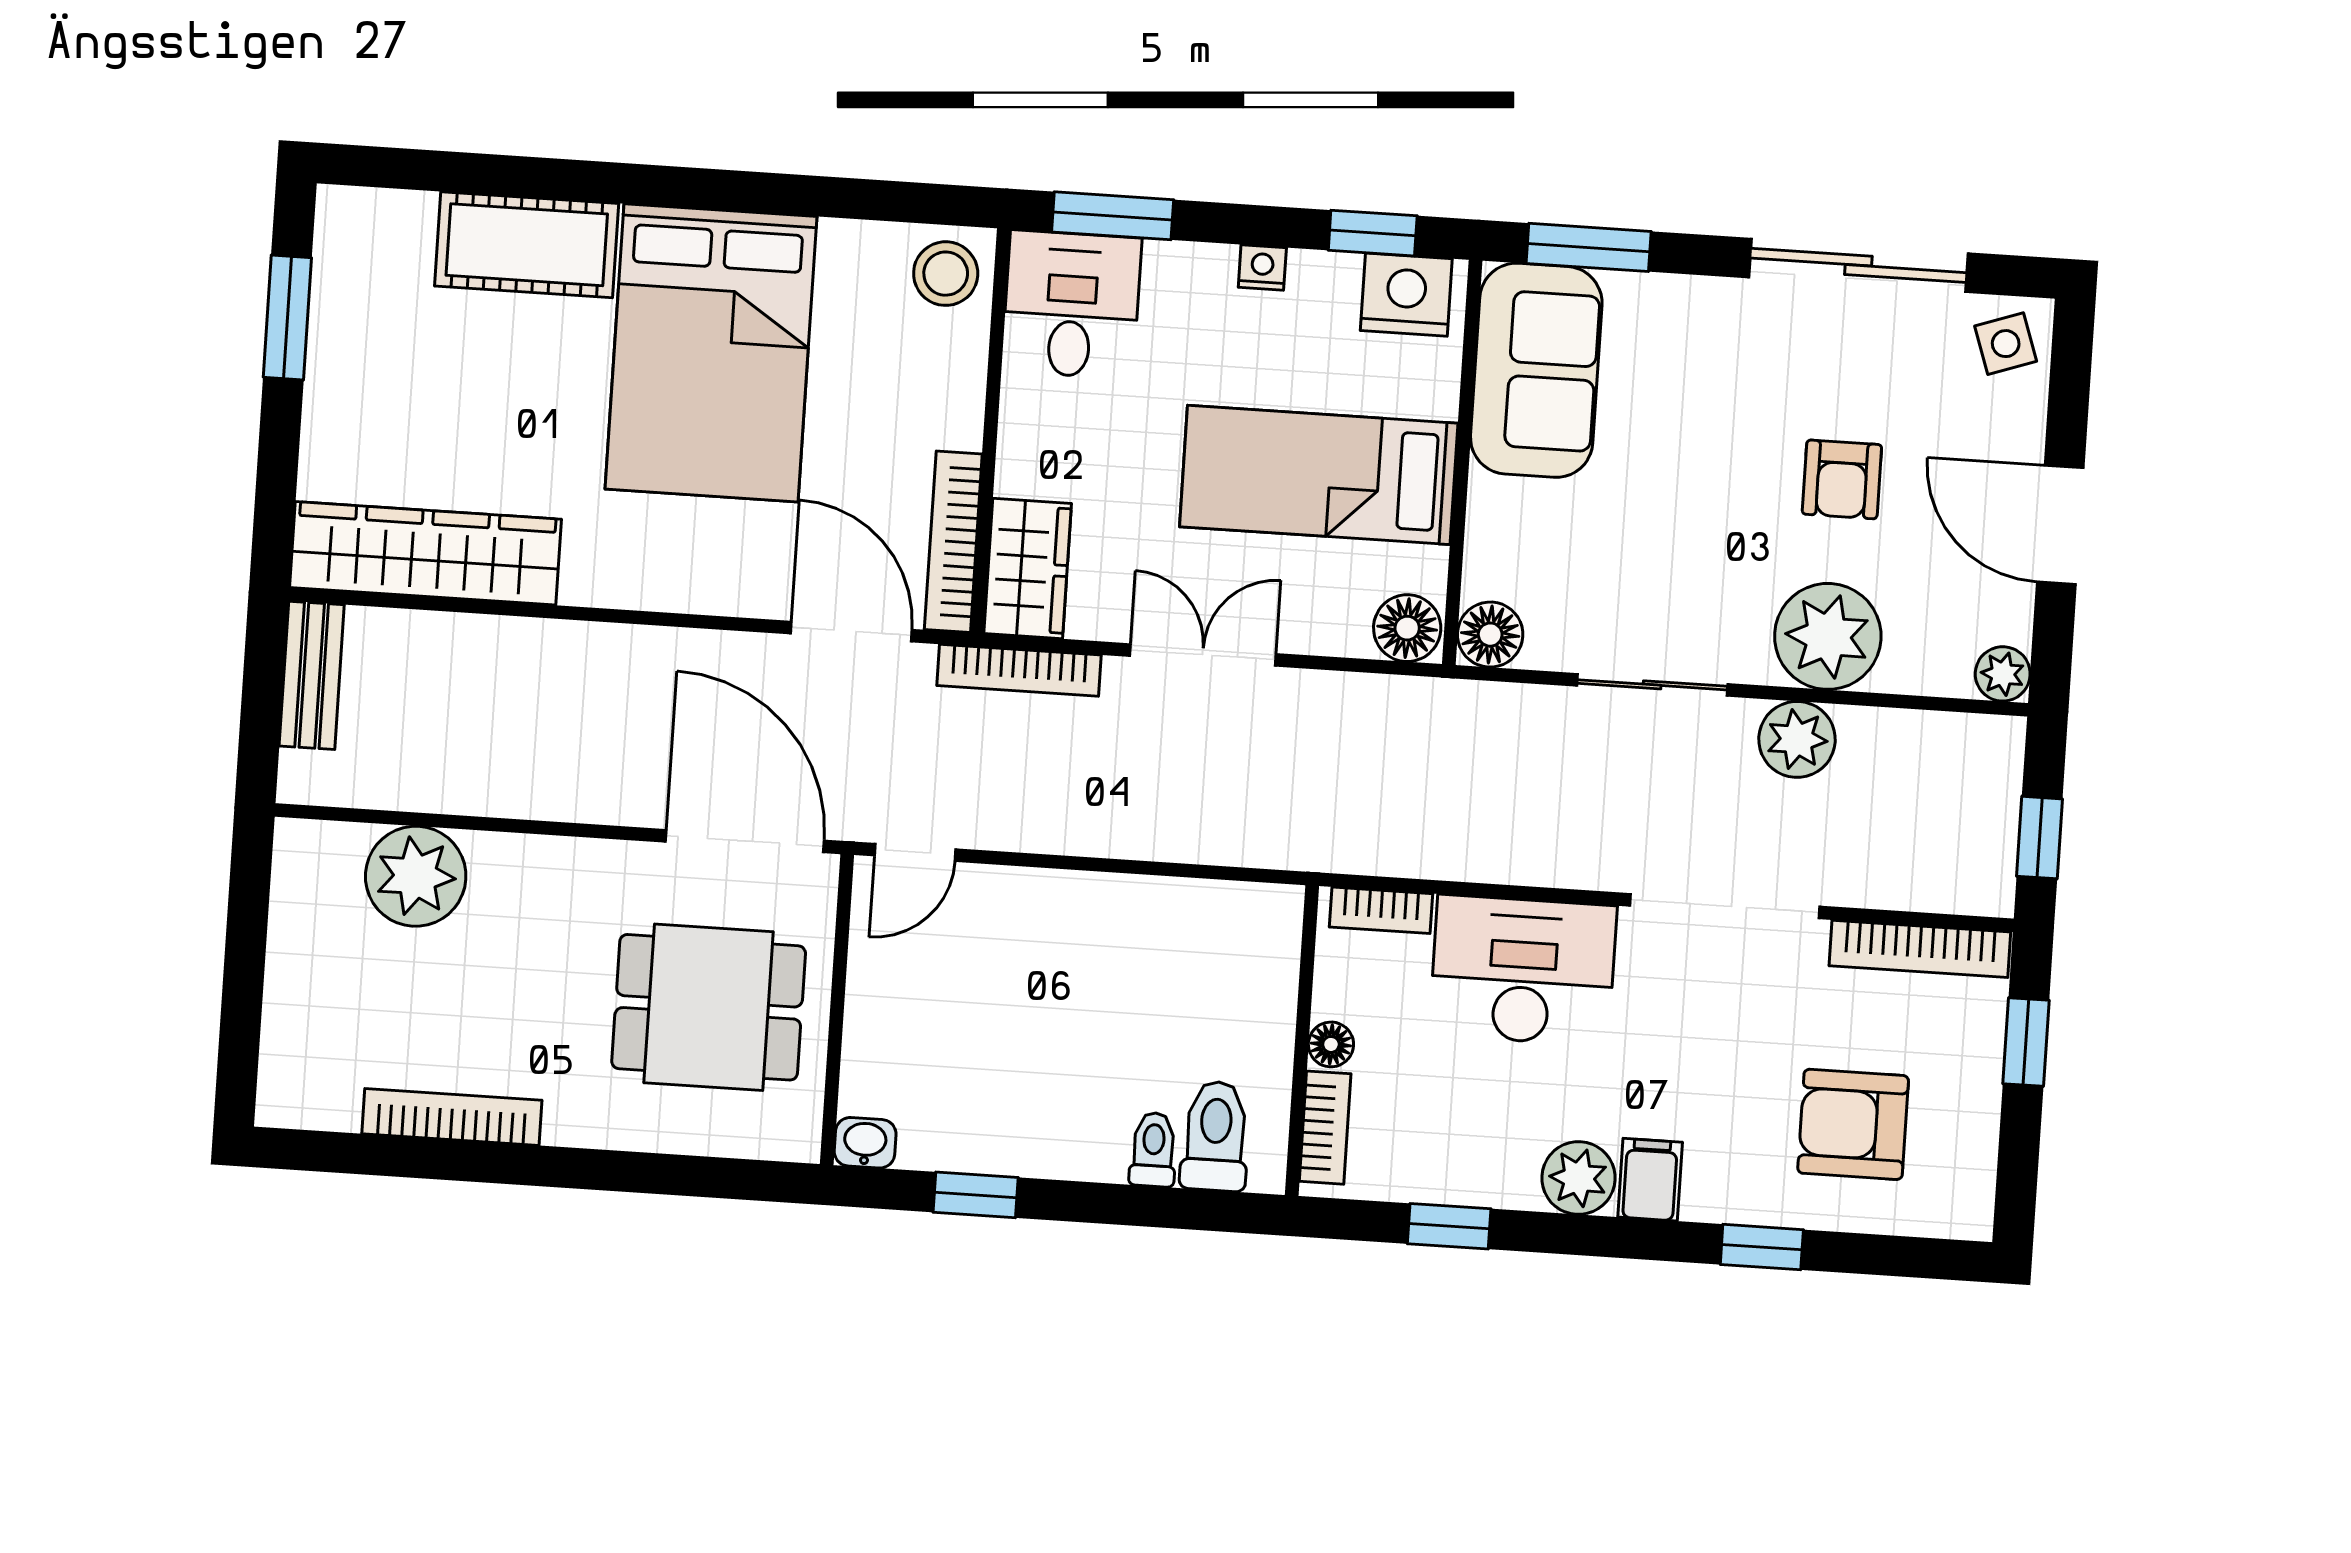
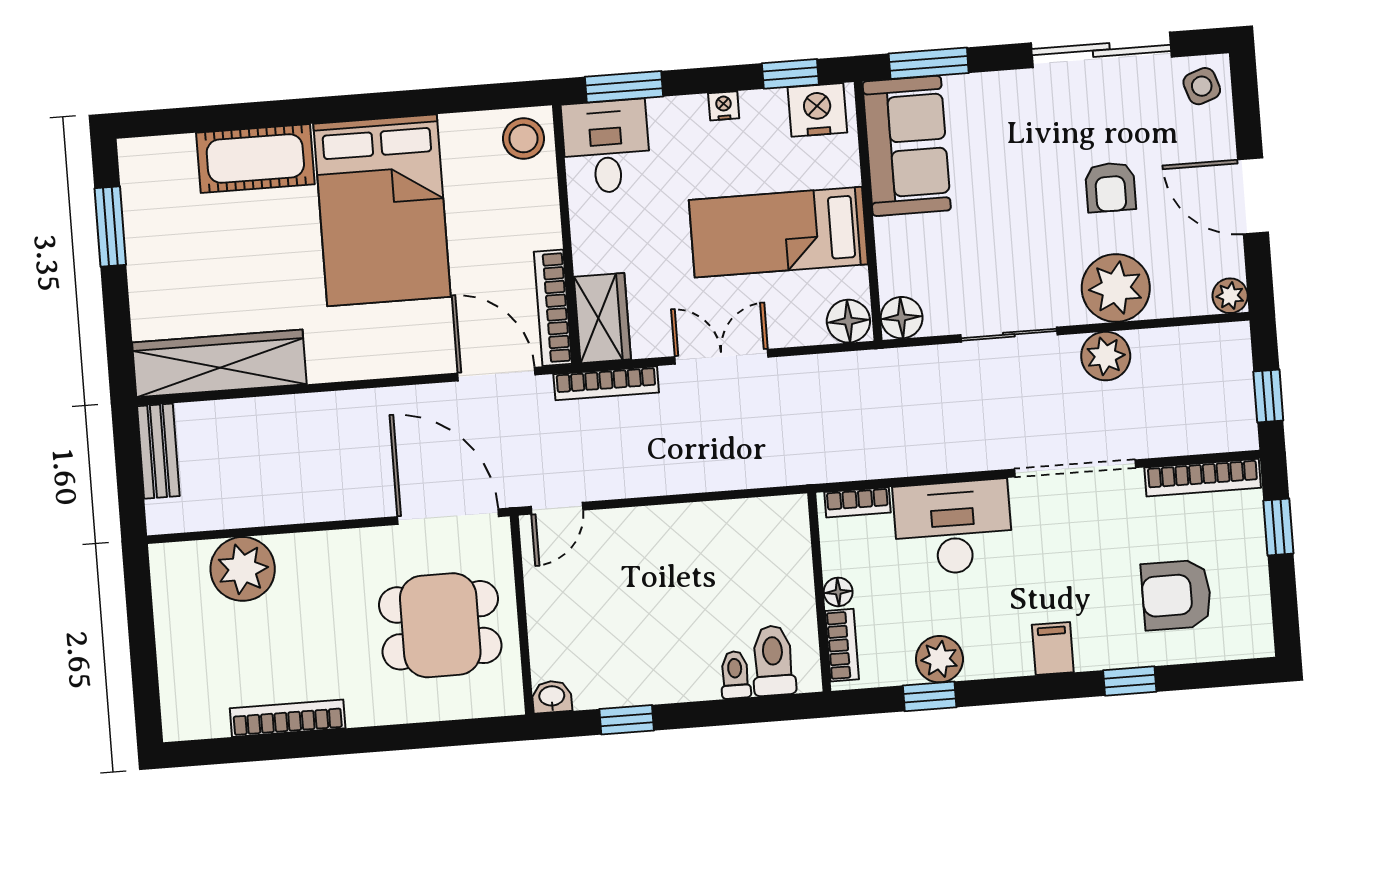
plant: (1578, 1178) -> (939, 659), moved

